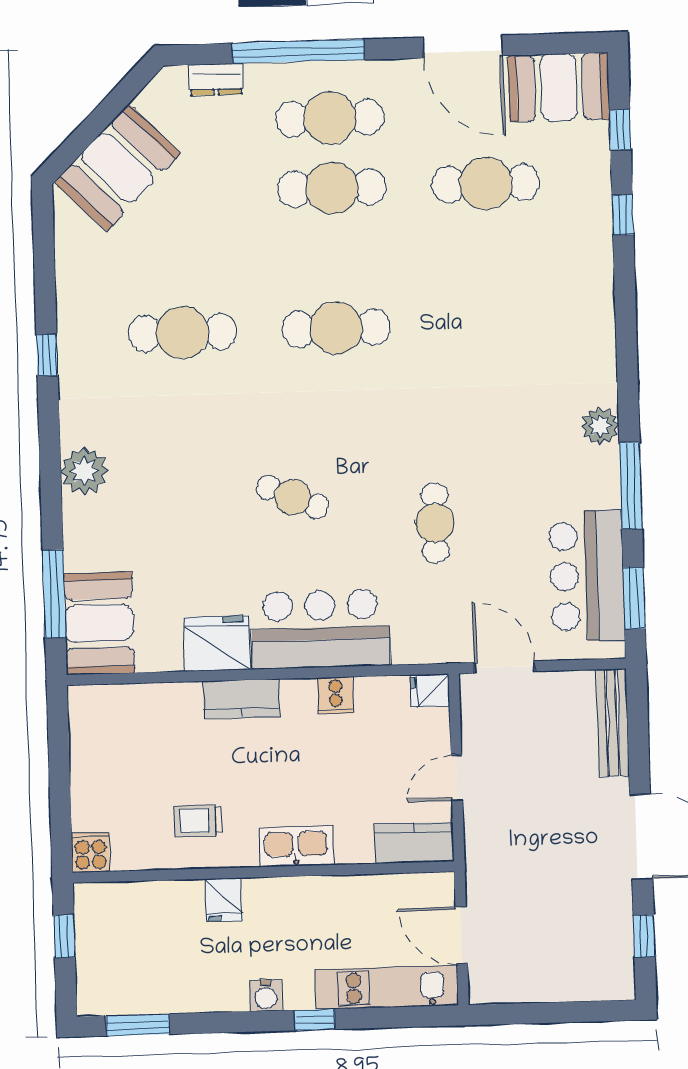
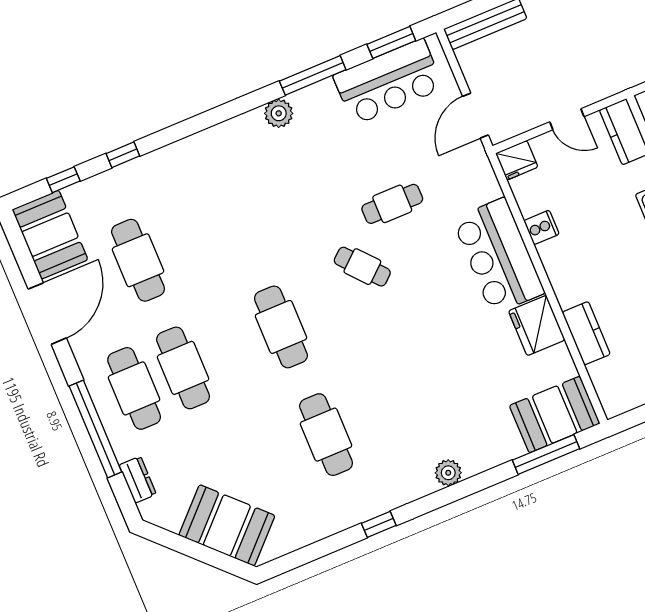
plant: (84, 471) -> (448, 473), width x0.73, depth x0.73
cafe table: (293, 497) -> (362, 267), moved, turned -64
fridge: (430, 691) -> (517, 160), width x1.38
kitchen counter: (241, 699) -> (586, 333), moved

